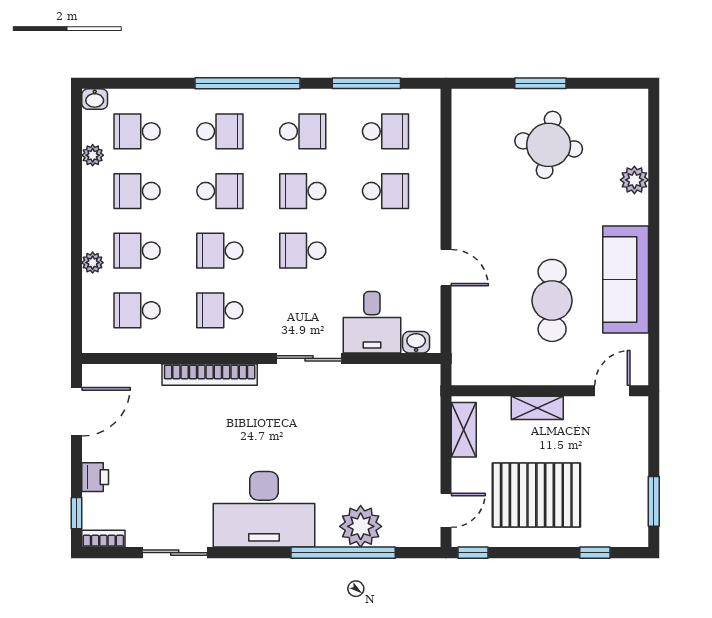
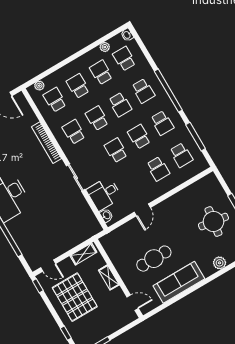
plant: (93, 263) -> (39, 86), moved
plant: (361, 526) -> (22, 236), removed

